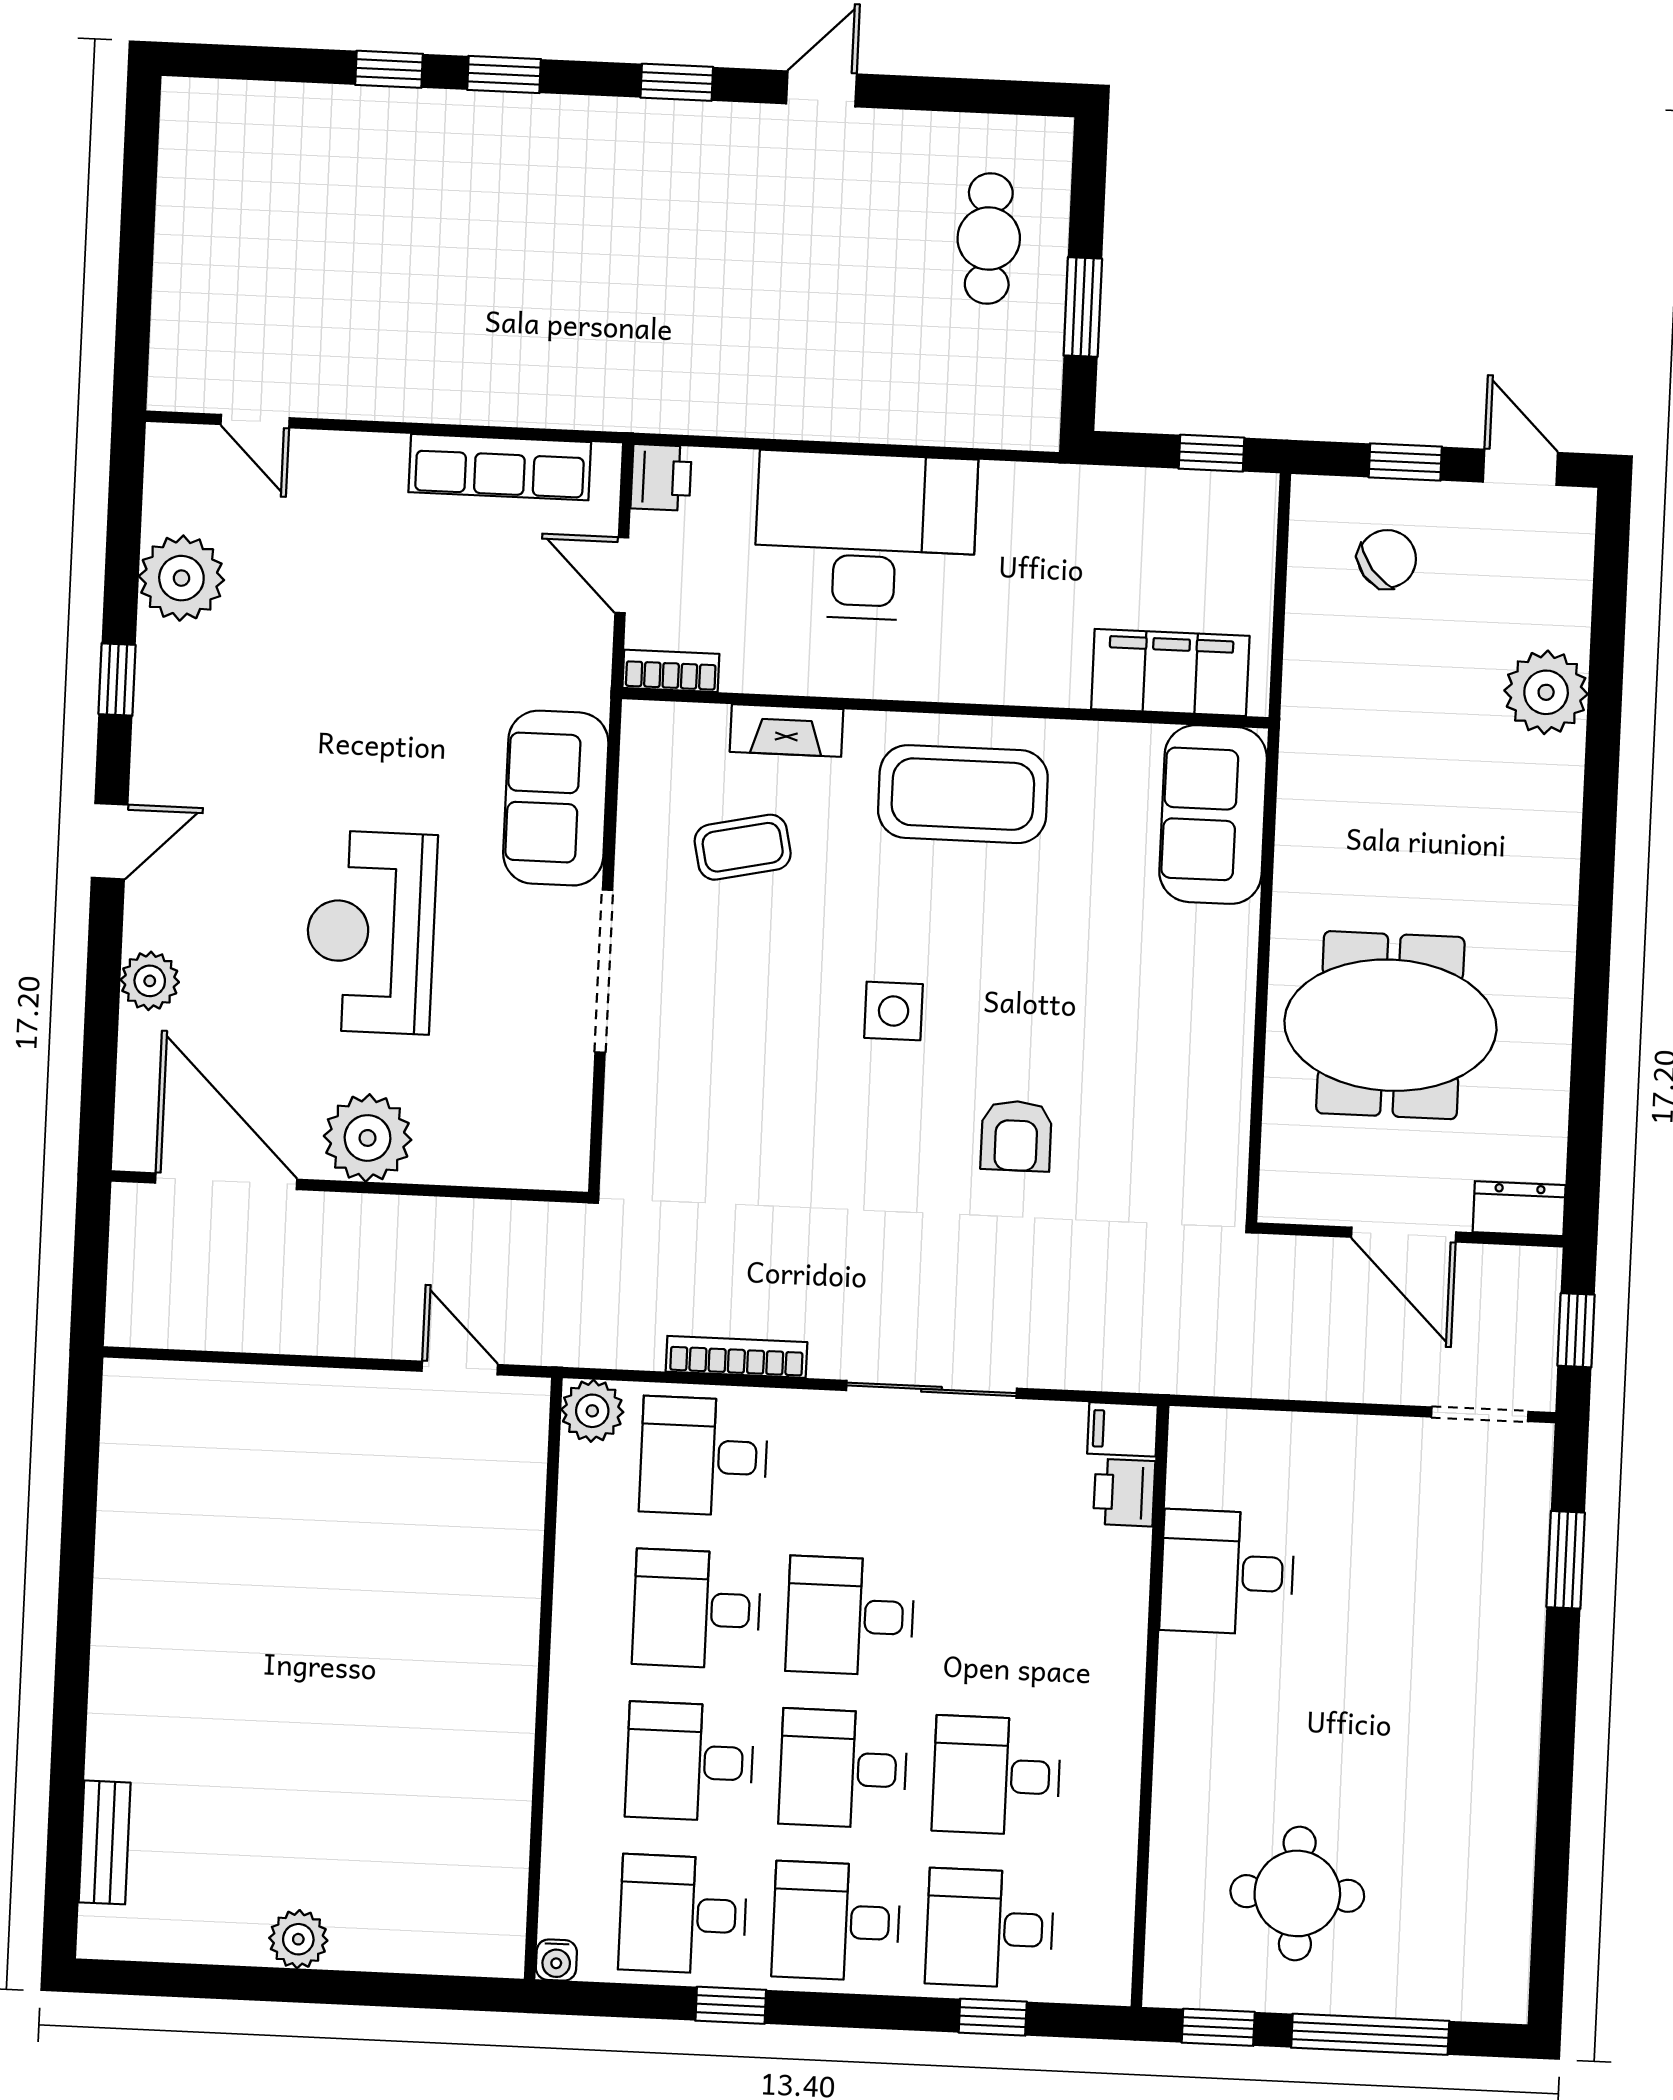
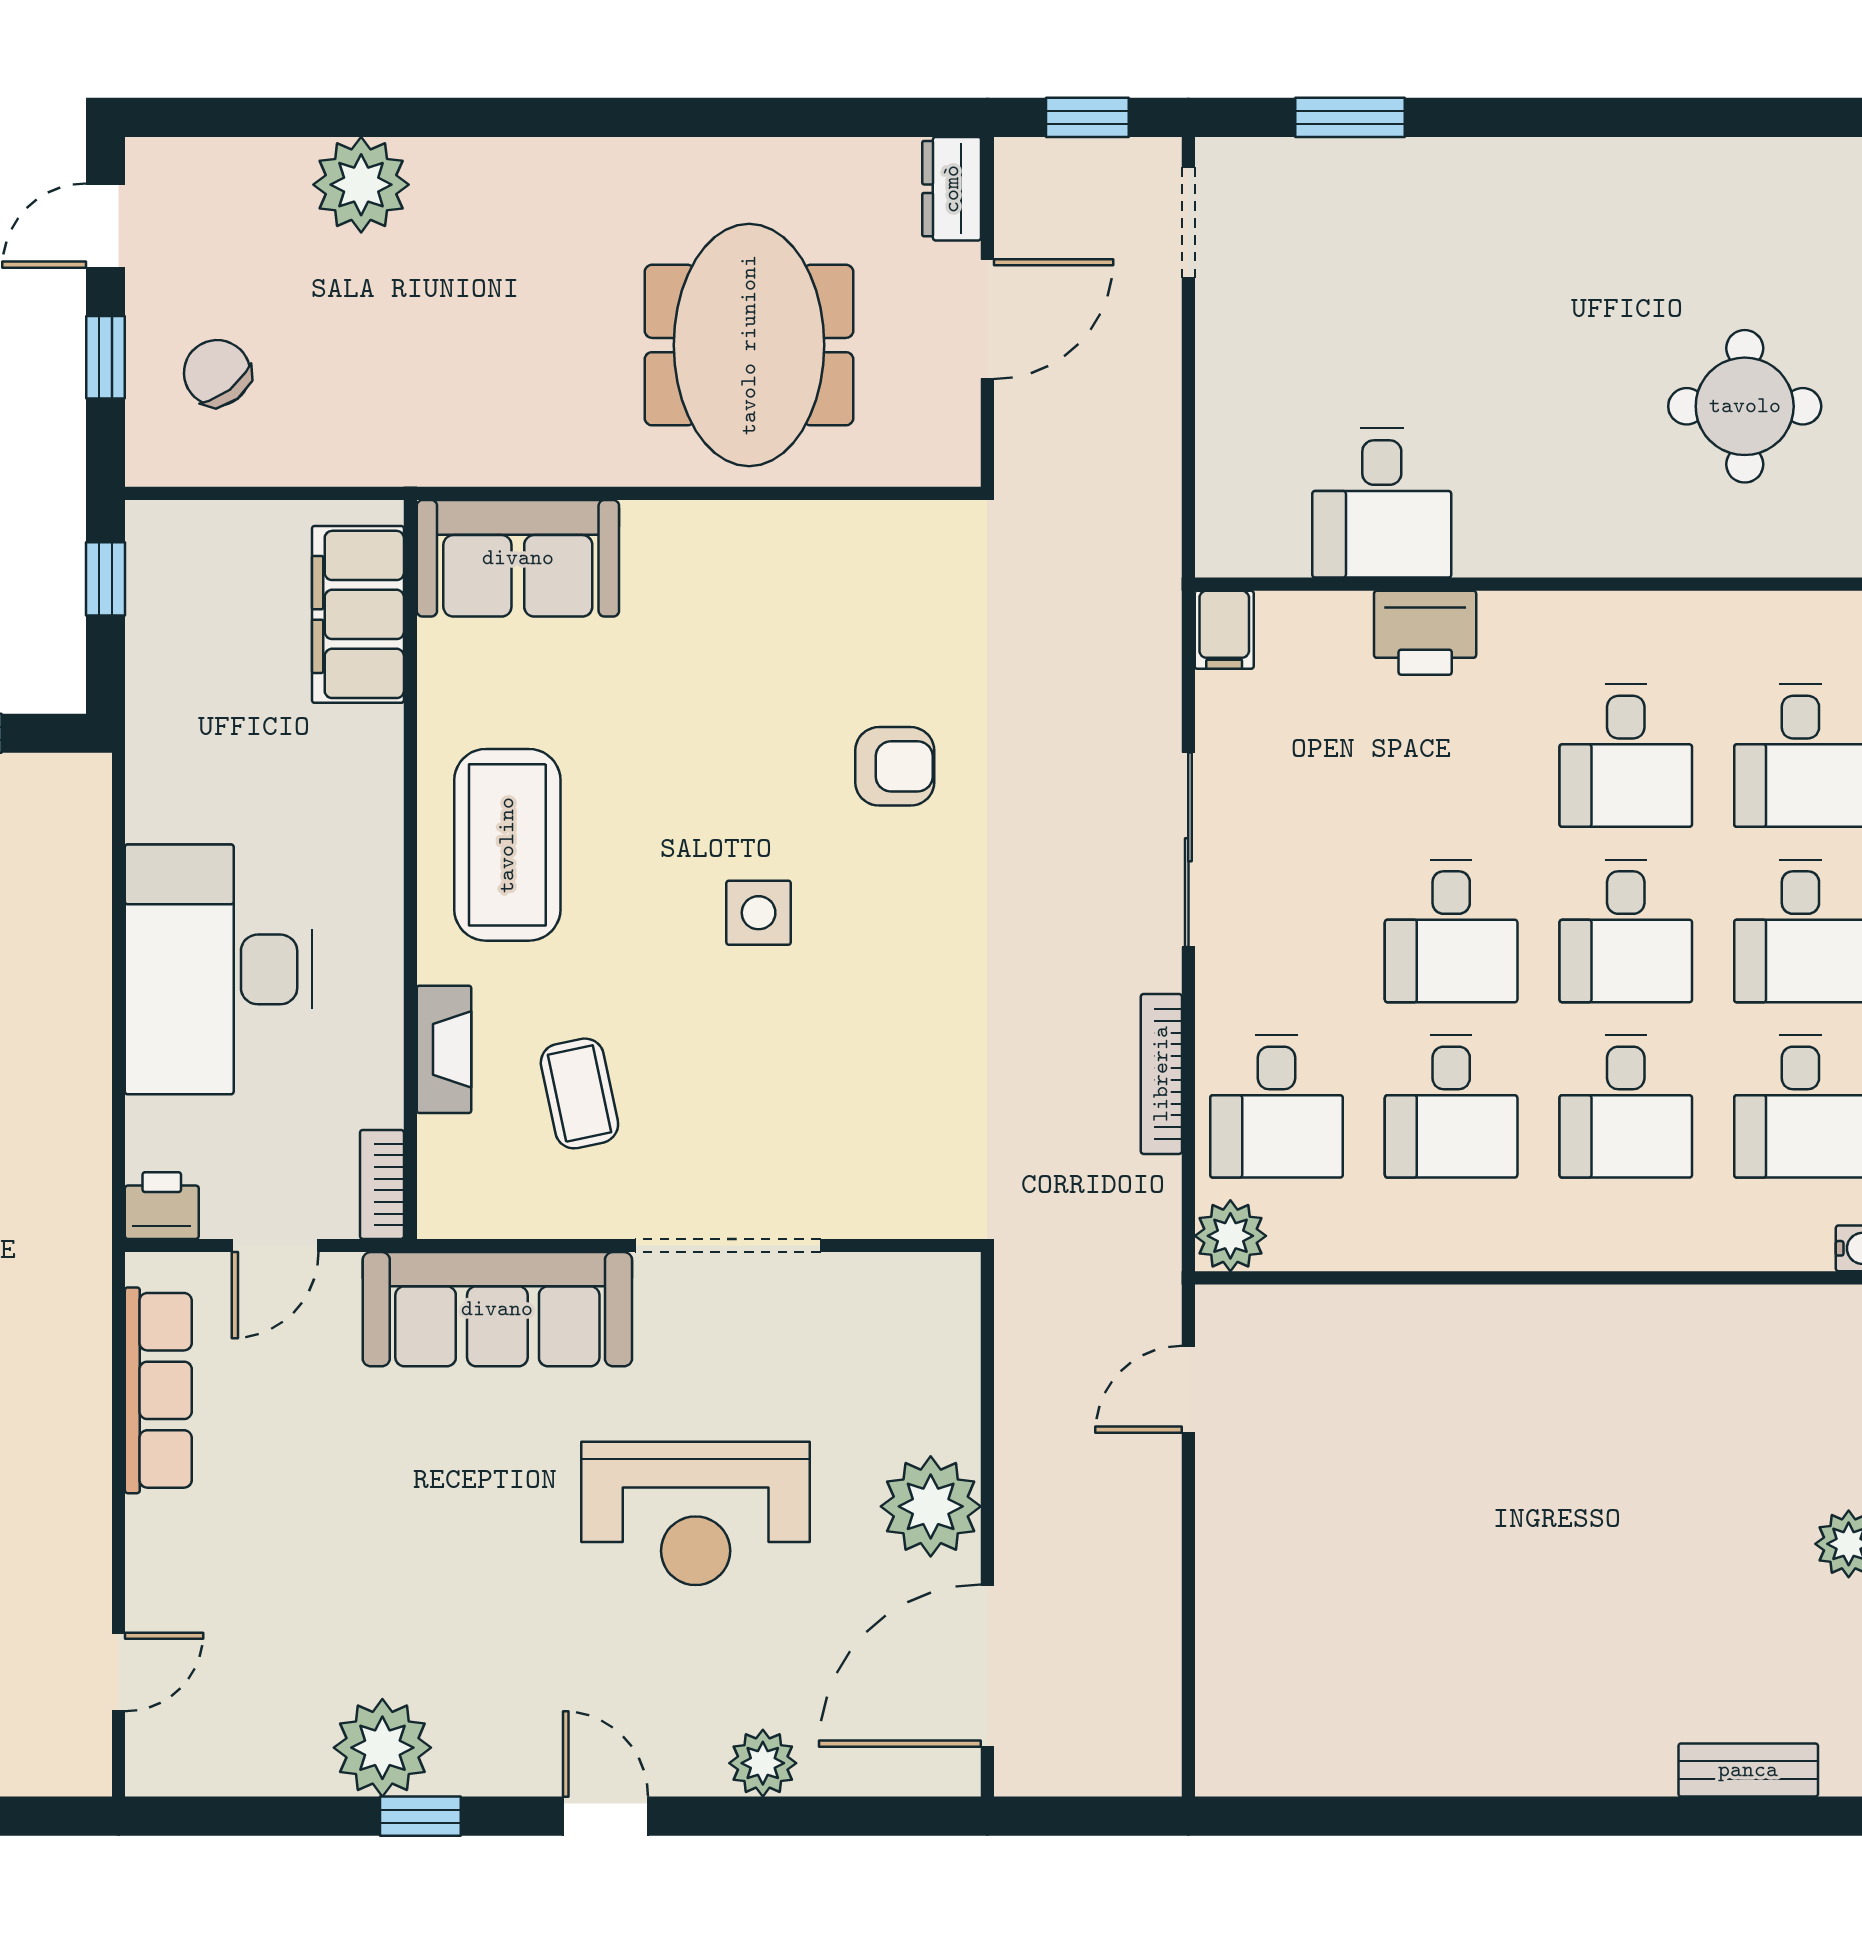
plant: (181, 578) -> (382, 1748), moved
sofa: (556, 798) -> (497, 1309), width x1.36
printer: (1124, 1493) -> (1425, 633), moved, width x1.36, depth x1.24

